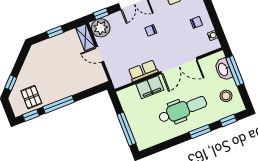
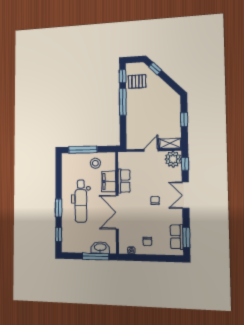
stool: (226, 96) -> (95, 163), moved

